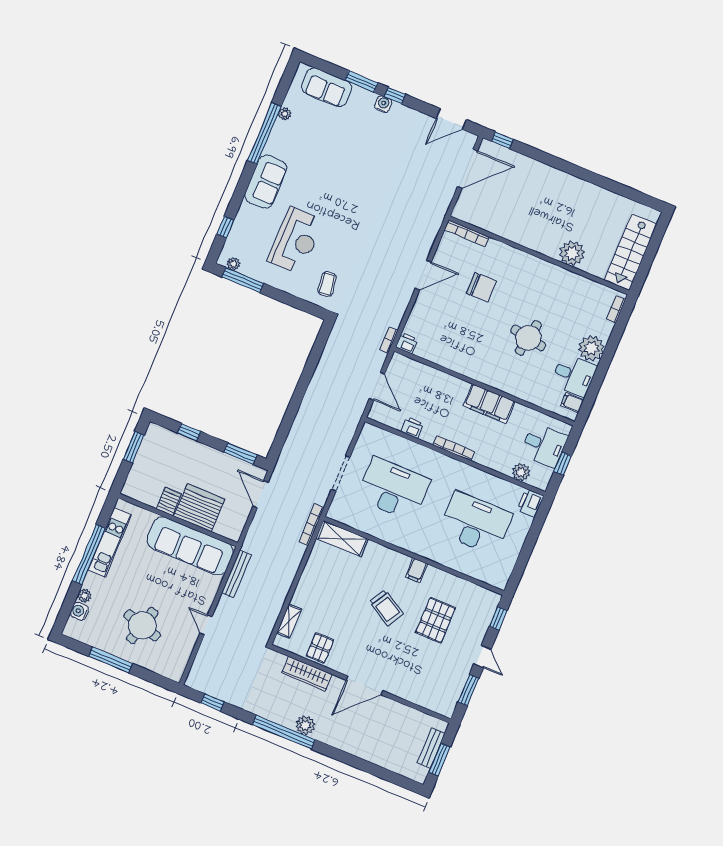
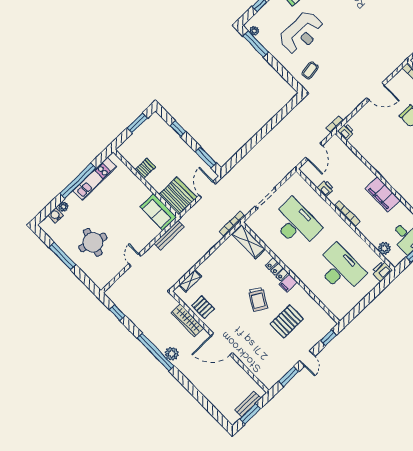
server rack: (199, 508) -> (178, 196), moved
sofa: (190, 546) -> (158, 212), width x0.54, depth x0.79
locker: (394, 558) -> (277, 269), added
pallet: (320, 648) -> (203, 307), turned 90

